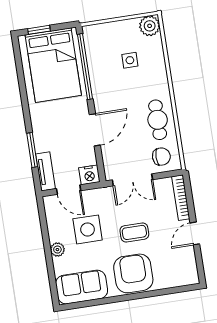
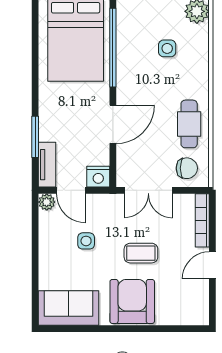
side table: (88, 229) -> (86, 241), width x0.54, depth x0.54
plant: (57, 250) -> (47, 202), moved

